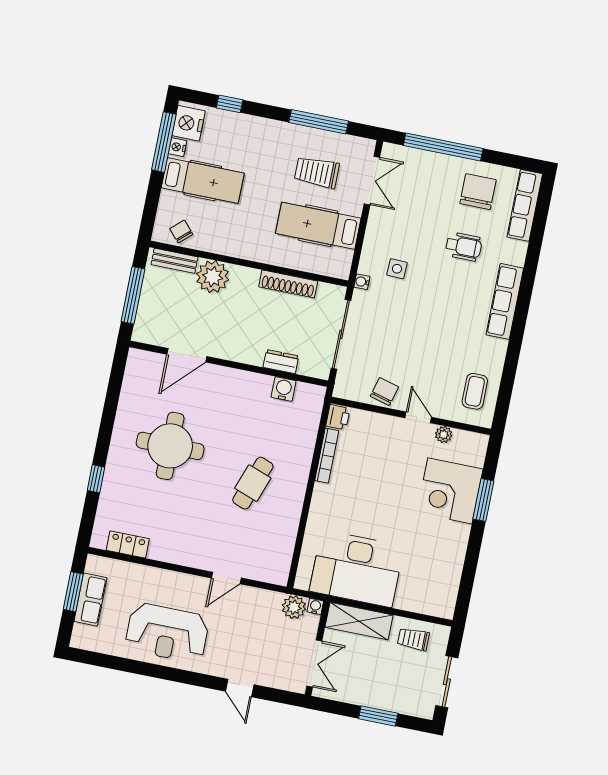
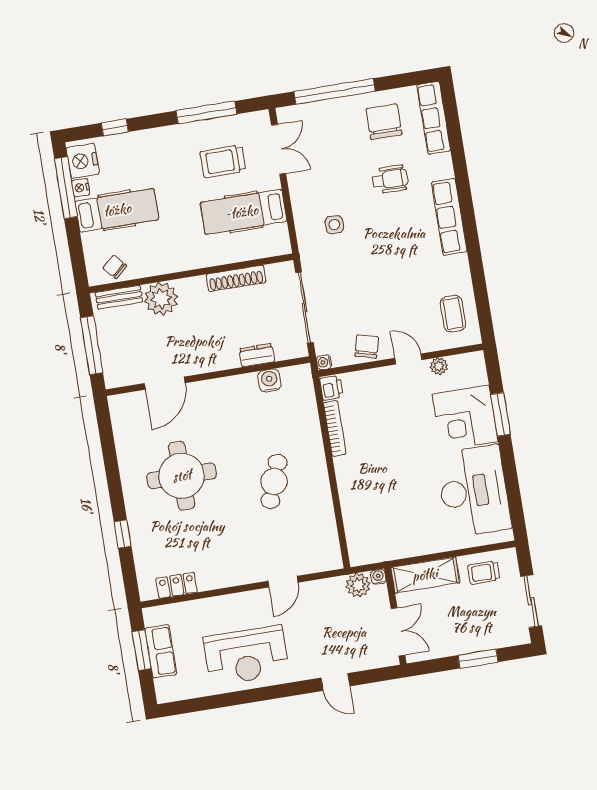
water cooler: (362, 282) -> (324, 362), moved
desk: (357, 569) -> (474, 491), moved, turned -90

